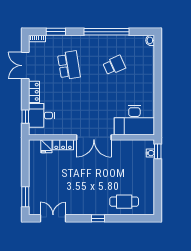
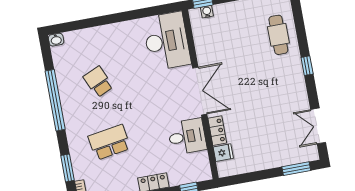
desk: (41, 115) -> (187, 137), moved, turned -90

